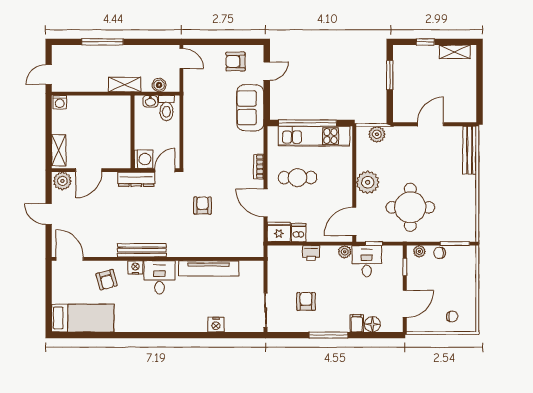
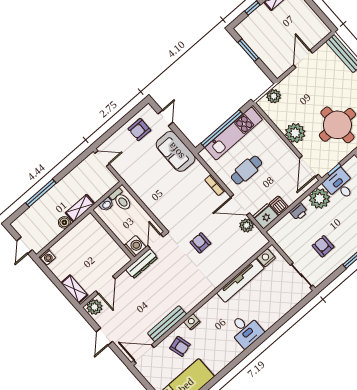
boiler: (159, 85) -> (64, 222), moved
door: (49, 214) -> (104, 337), hinge flipped
plant: (256, 225) -> (247, 225), added
bench: (142, 250) -> (167, 324), moved
plant: (345, 252) -> (319, 199), width x1.88, depth x1.88
desk: (159, 277) -> (246, 330), moved, turned 180
nightstand: (216, 325) -> (266, 258), moved, turned 180

